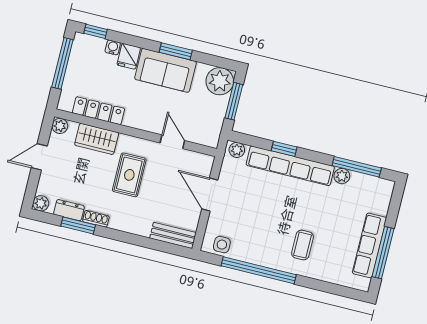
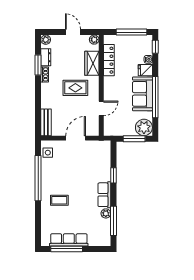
window: (176, 51) -> (155, 97), width x2.11
plant: (237, 150) -> (106, 148), removed
row of seats: (290, 166) -> (104, 195), width x0.50

